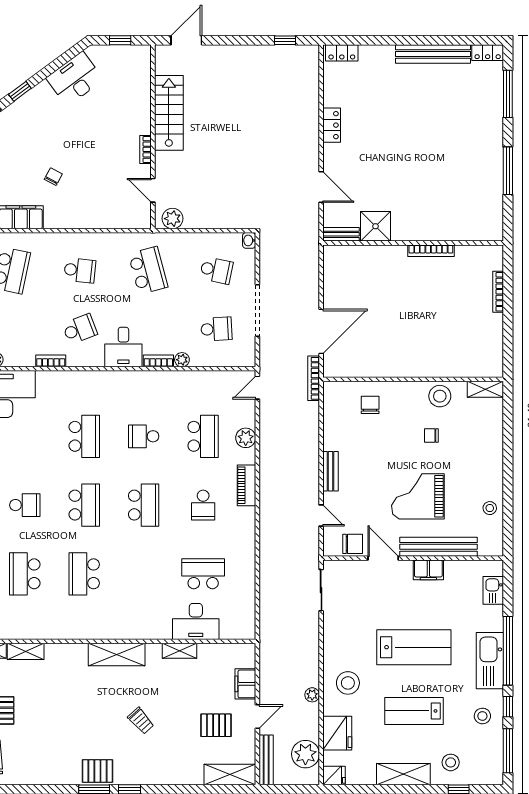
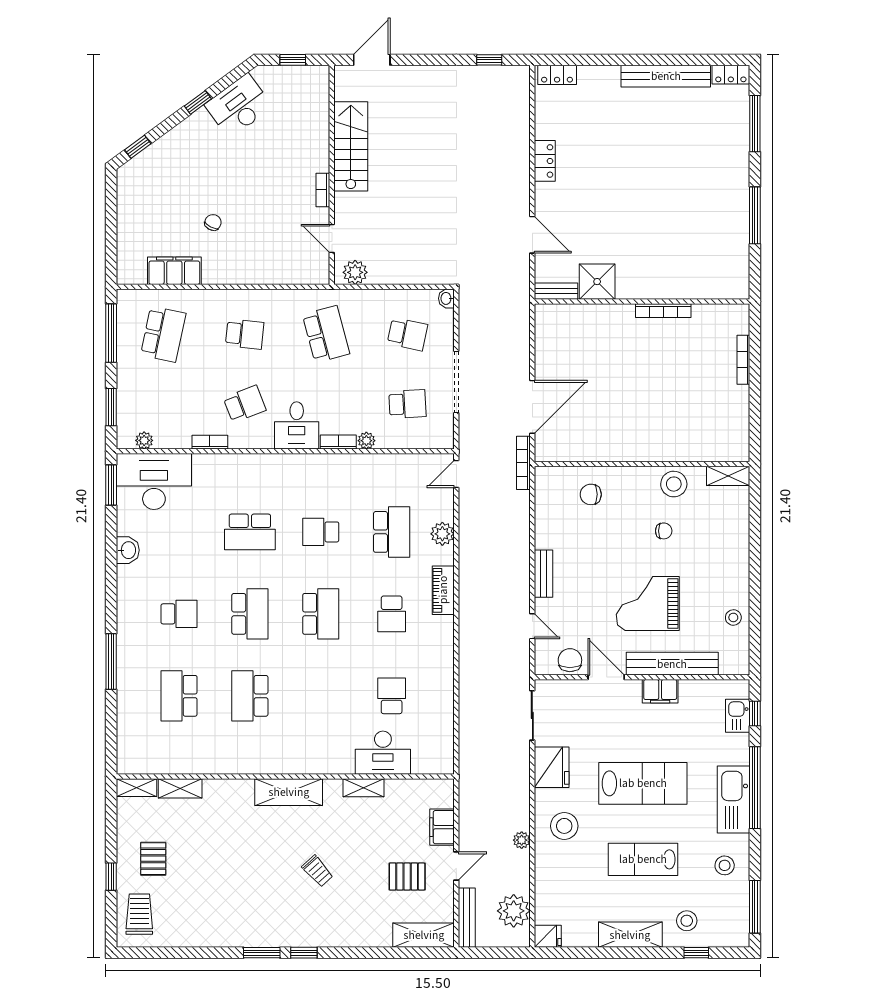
window: (20, 91) -> (198, 102), moved
chair: (370, 405) -> (591, 494), turned -90
chair: (431, 435) -> (664, 531), turned 180
school desk: (84, 436) -> (250, 532), turned 90
chair: (353, 544) -> (570, 660), turned -90
school desk: (203, 574) -> (392, 696), width x0.54
window: (508, 707) -> (755, 714), moved
fridge: (337, 733) -> (552, 767), moved
pallet: (97, 771) -> (266, 931), removed

